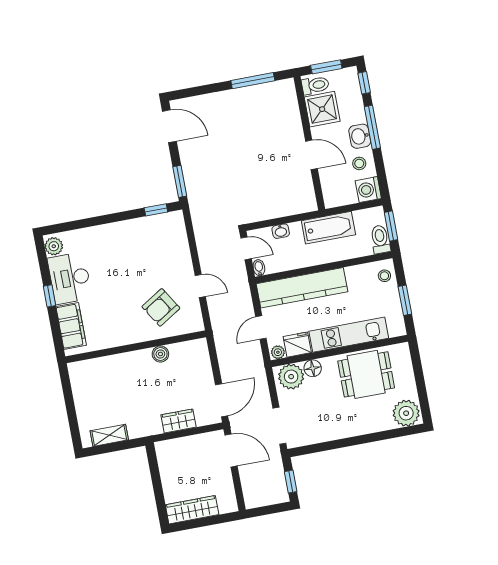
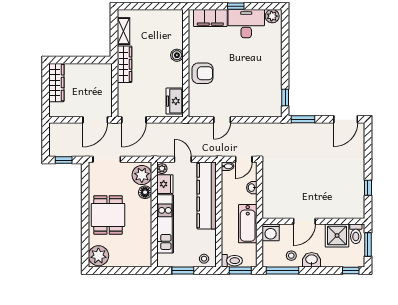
window: (253, 81) -> (368, 188), width x0.46
window: (372, 127) -> (282, 271), moved
washing machine: (368, 190) -> (271, 232), moved, turned 180
armchair: (161, 307) -> (202, 73), moved, turned 122
freezer: (187, 352) -> (175, 101), added
boiler: (160, 354) -> (177, 55), moved
dining table: (366, 374) -> (108, 215), moved
door: (222, 400) -> (134, 120), hinge flipped
wardrobe: (179, 421) -> (124, 64), moved, width x1.50

